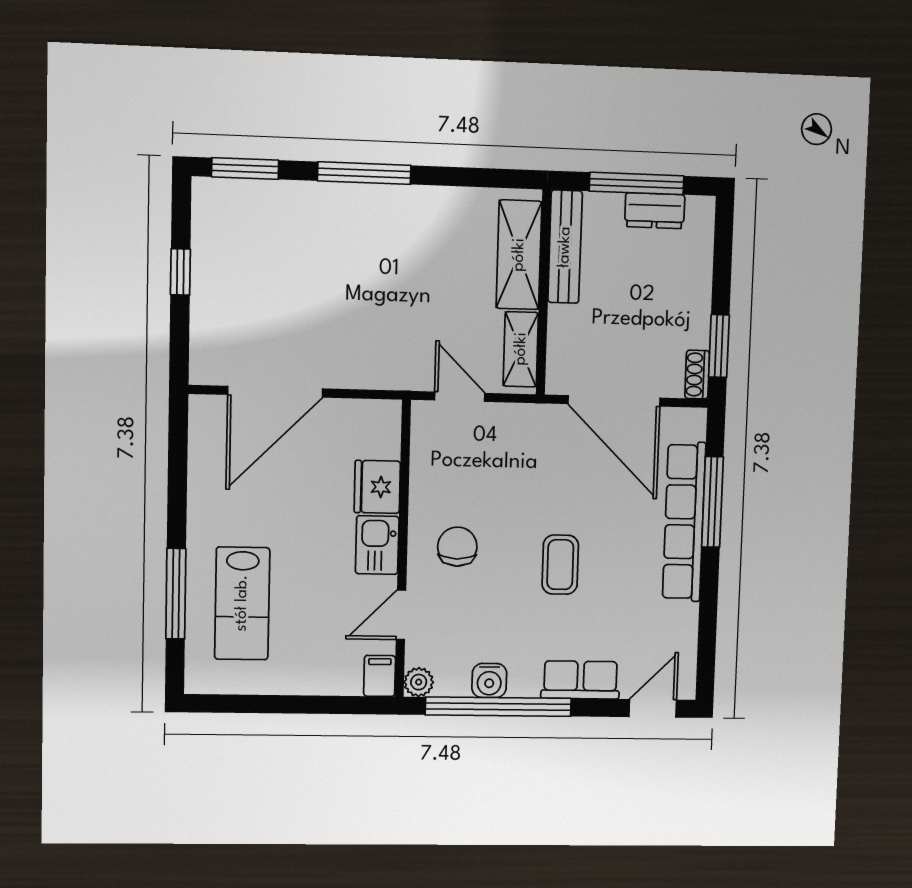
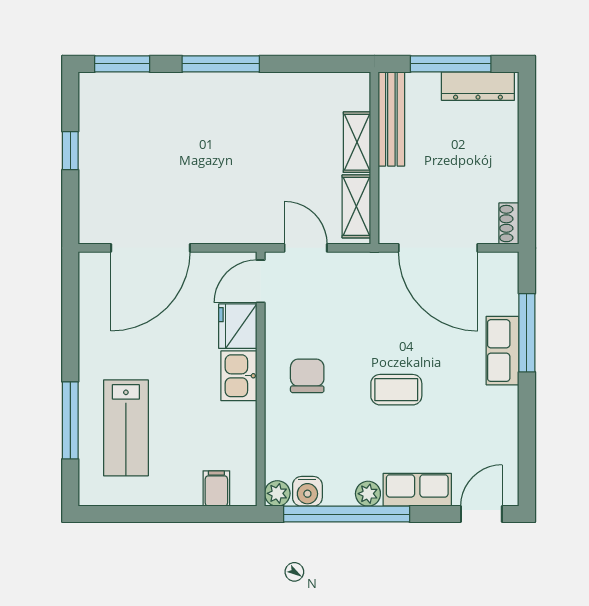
dresser: (655, 211) -> (478, 86), width x1.44
shelving: (519, 255) -> (357, 142), width x0.67, depth x0.75
window: (719, 346) -> (527, 199), removed
row of seats: (684, 522) -> (503, 351), width x0.50
coffee table: (560, 565) -> (396, 390), turned 90
door: (401, 615) -> (261, 281), moved
filing cabinet: (380, 676) -> (216, 489), moved
water cooler: (489, 681) -> (307, 491), moved
plant: (524, 684) -> (368, 494), added

